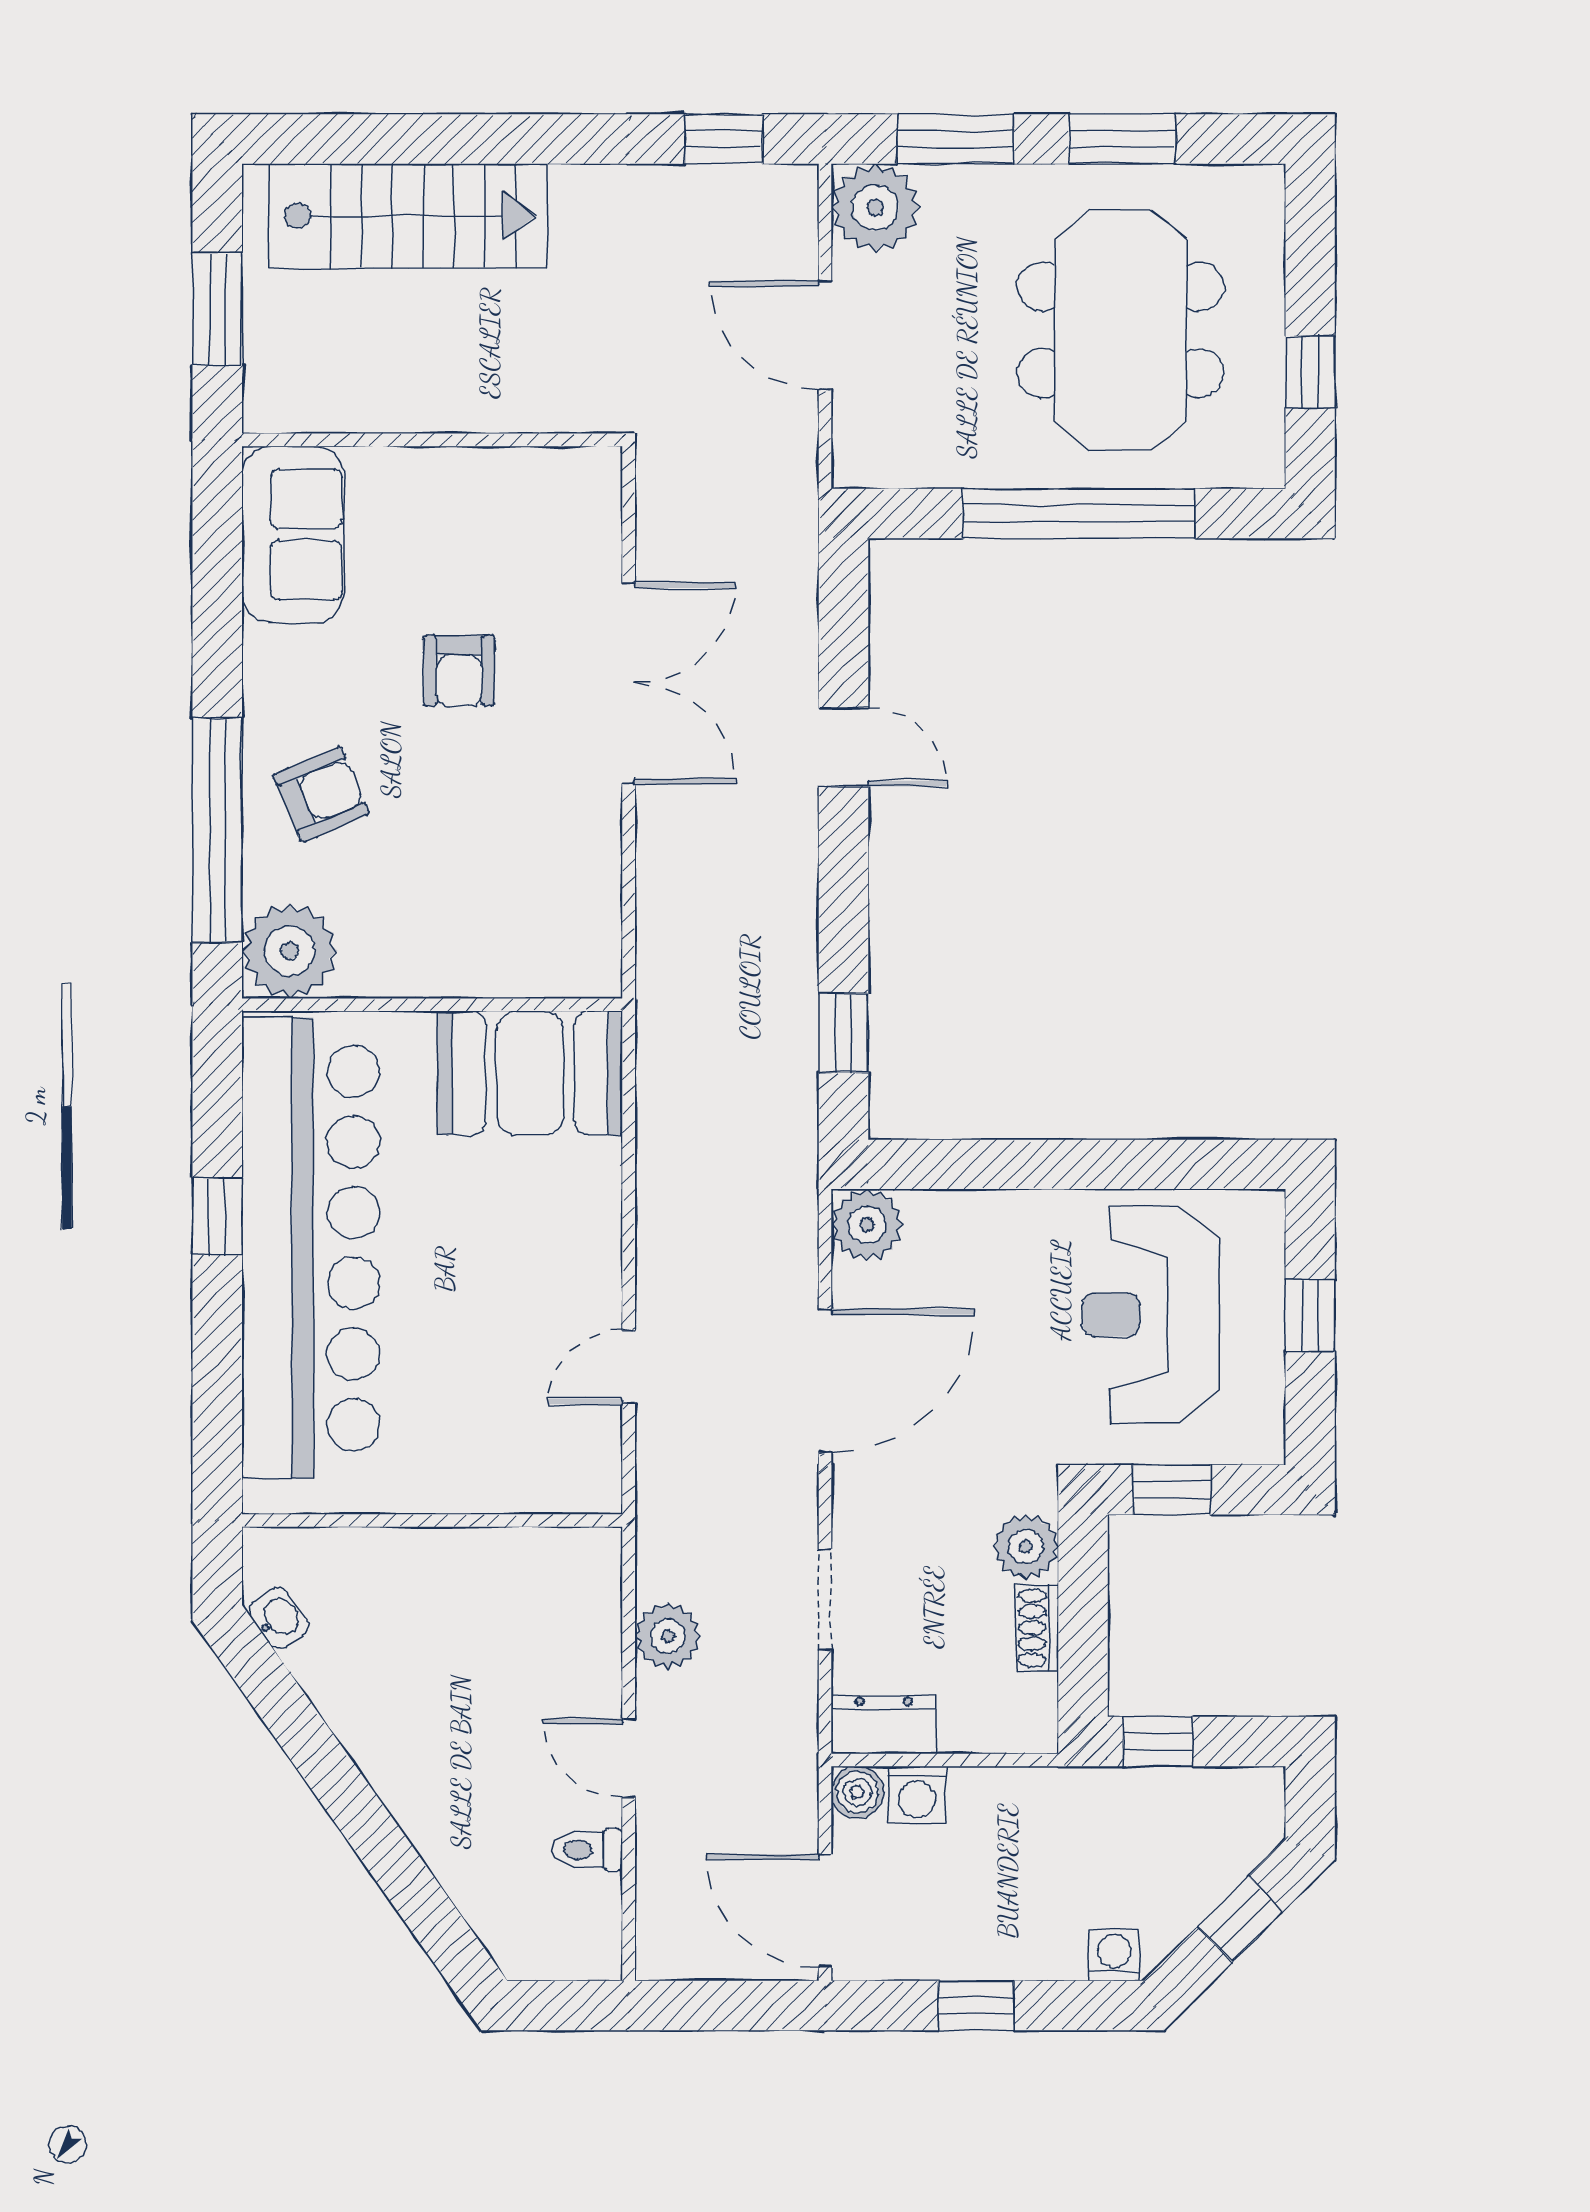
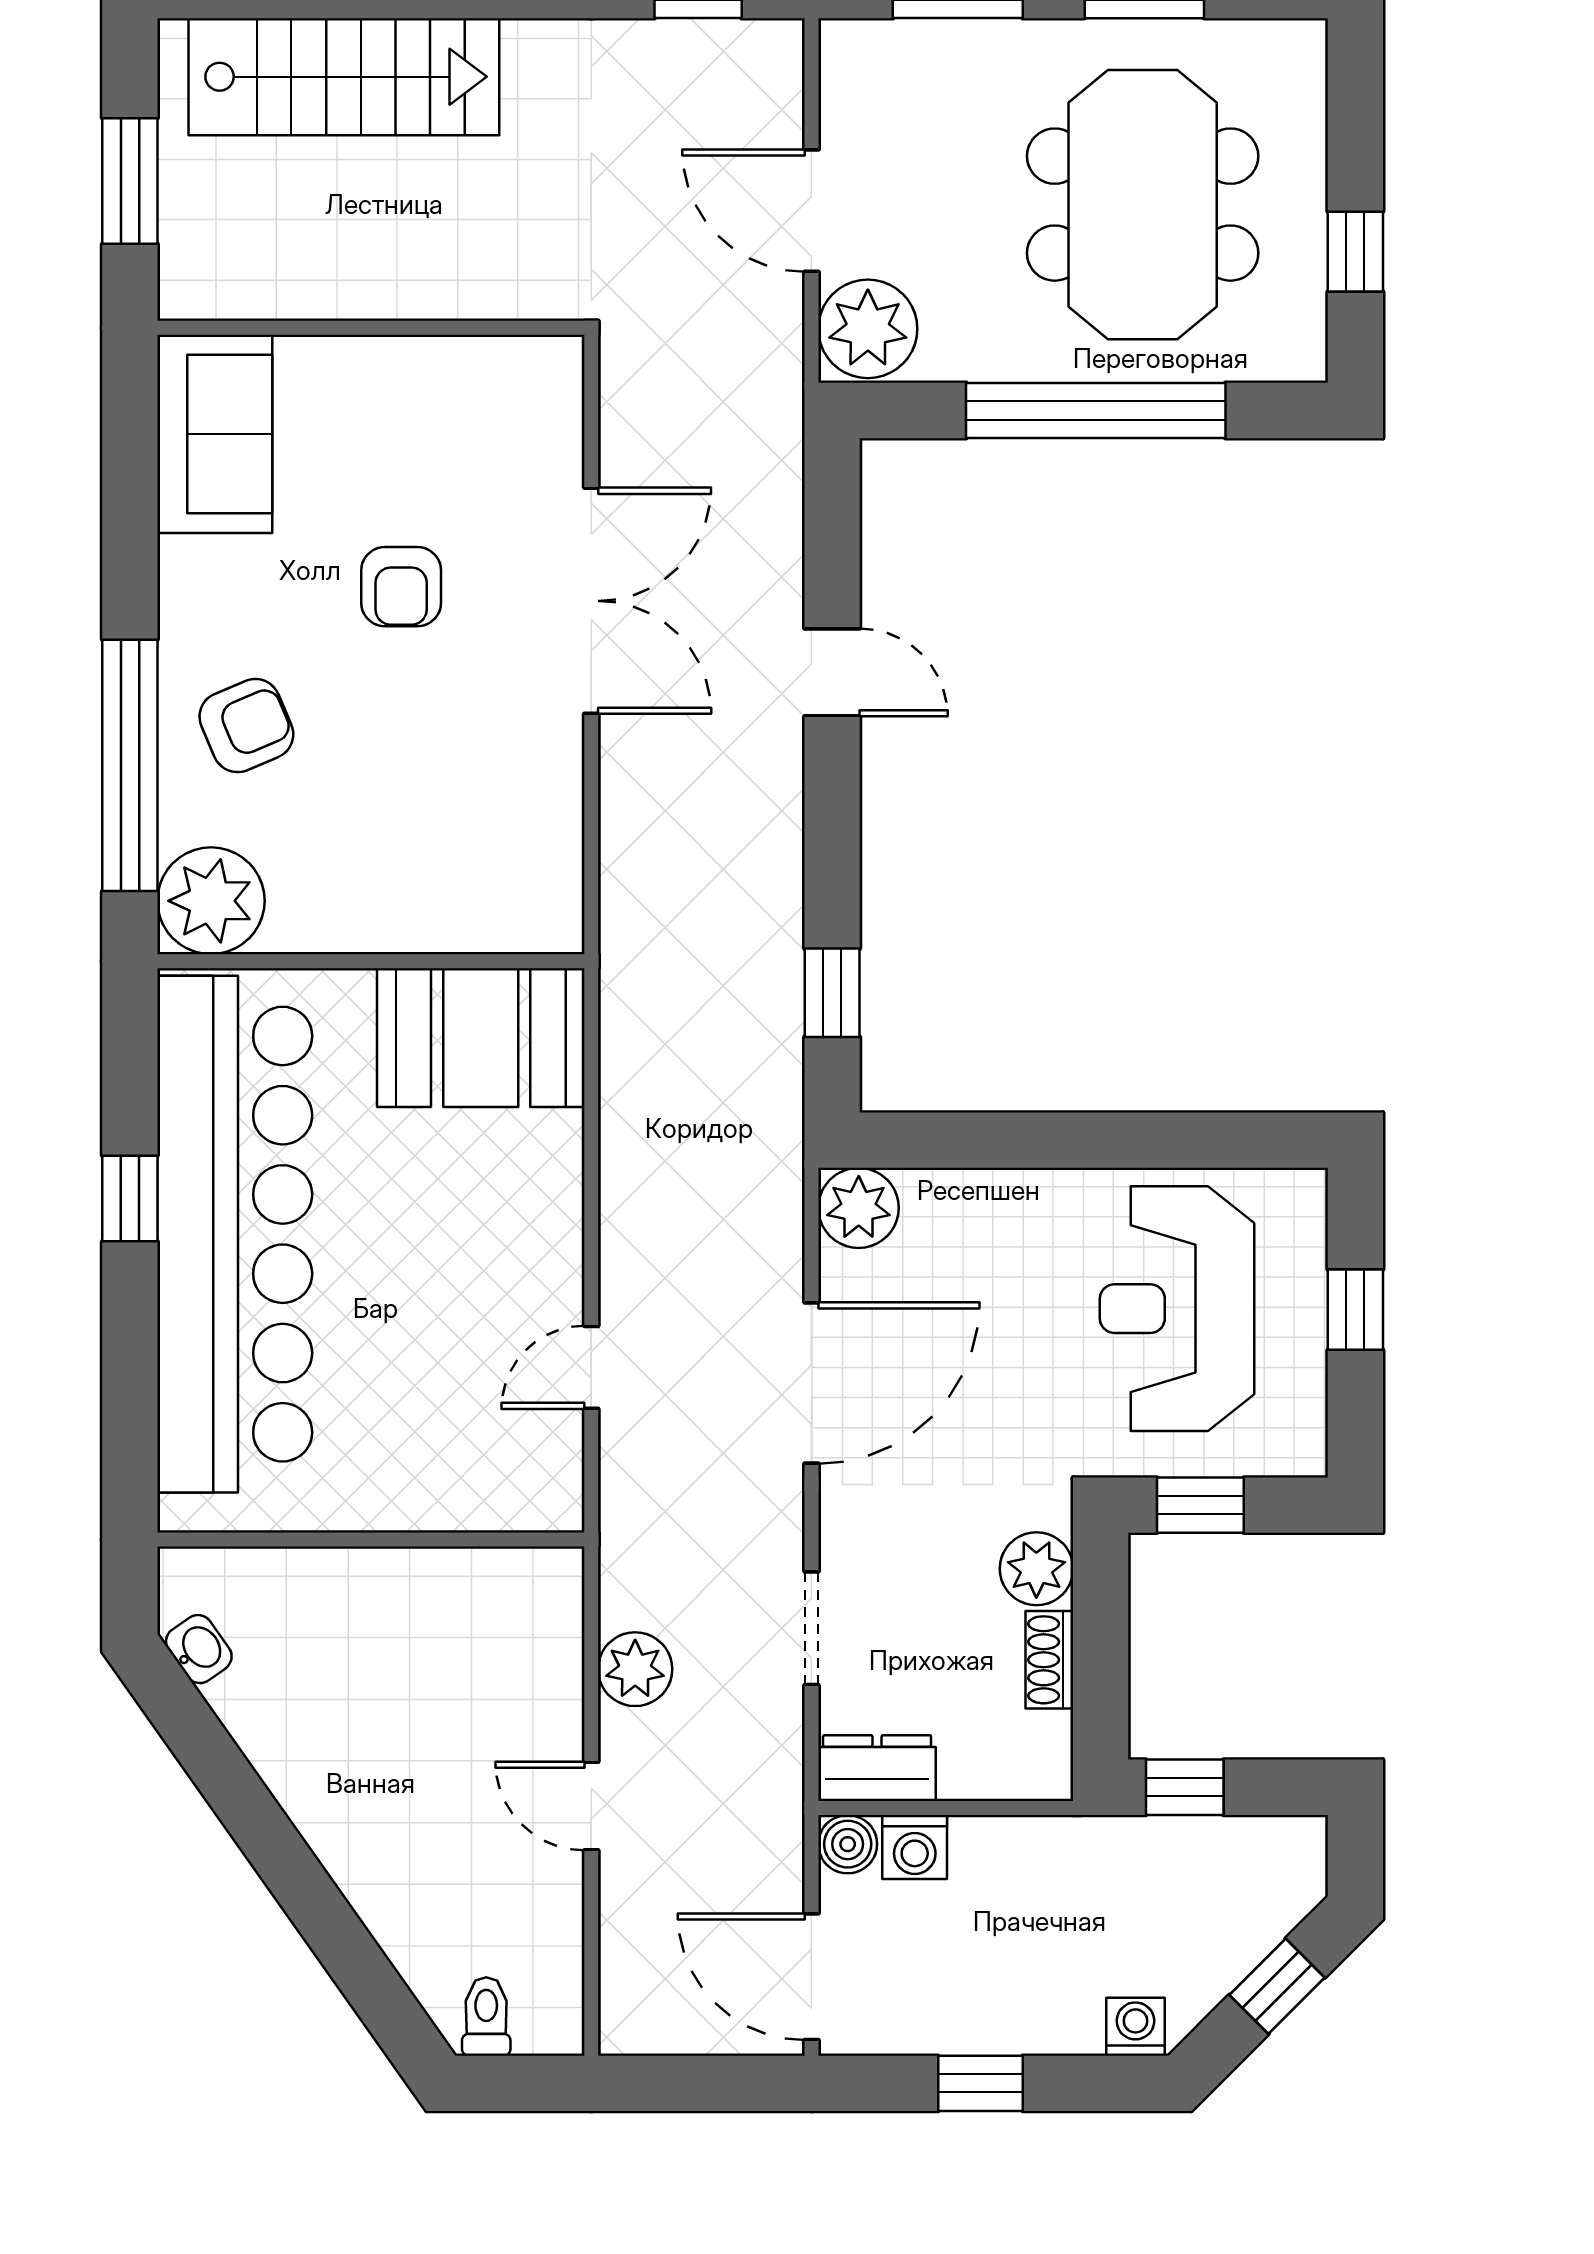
plant: (875, 208) -> (868, 329), moved
toilet: (587, 1850) -> (486, 2016), moved, turned 90

